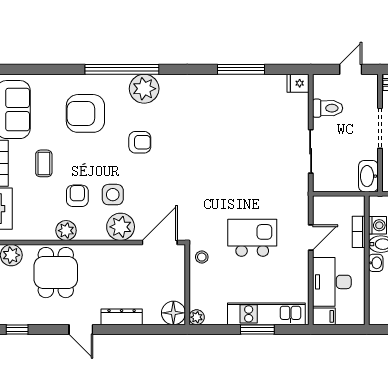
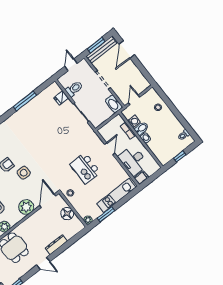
fridge: (298, 83) -> (61, 98), moved
side table: (113, 195) -> (24, 173), moved
kitchen island: (252, 238) -> (85, 168), turned -90
floor lamp: (173, 313) -> (67, 214), moved
window: (257, 329) -> (106, 214), moved

